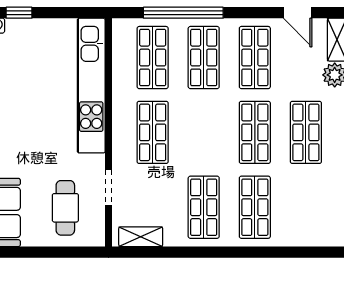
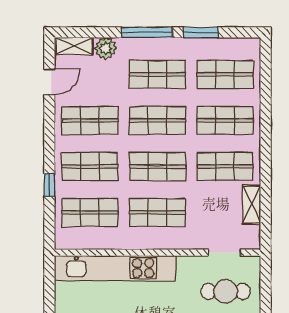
window: (183, 13) -> (49, 185), width x0.32
shop shelf: (204, 132) -> (157, 167), added
doorway: (108, 188) -> (225, 253), moved
shop shelf: (306, 207) -> (225, 74), added
shelving: (141, 237) -> (252, 205), moved

